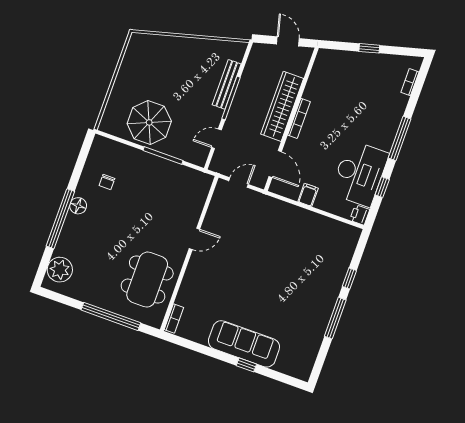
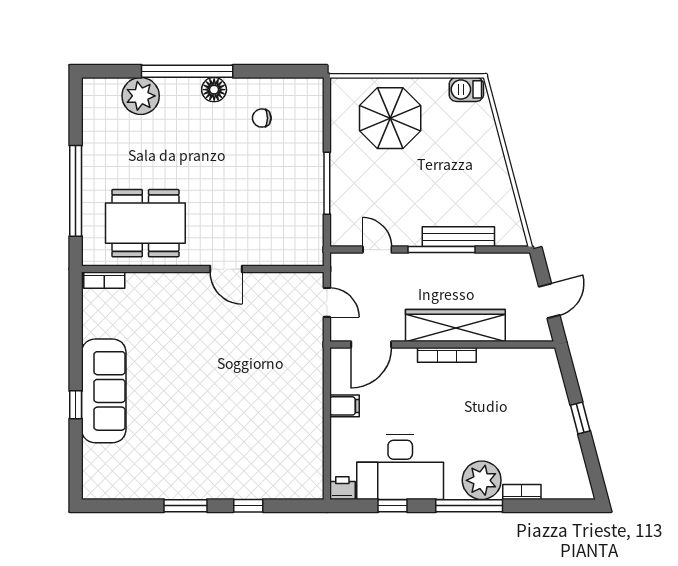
barbecue: (135, 46) -> (466, 89), added
bookcase: (410, 82) -> (522, 492), moved
parasol: (149, 122) -> (390, 118), moved
plant: (386, 125) -> (482, 480), added
plant: (60, 270) -> (141, 96), moved
window: (335, 318) -> (186, 506), width x0.69

